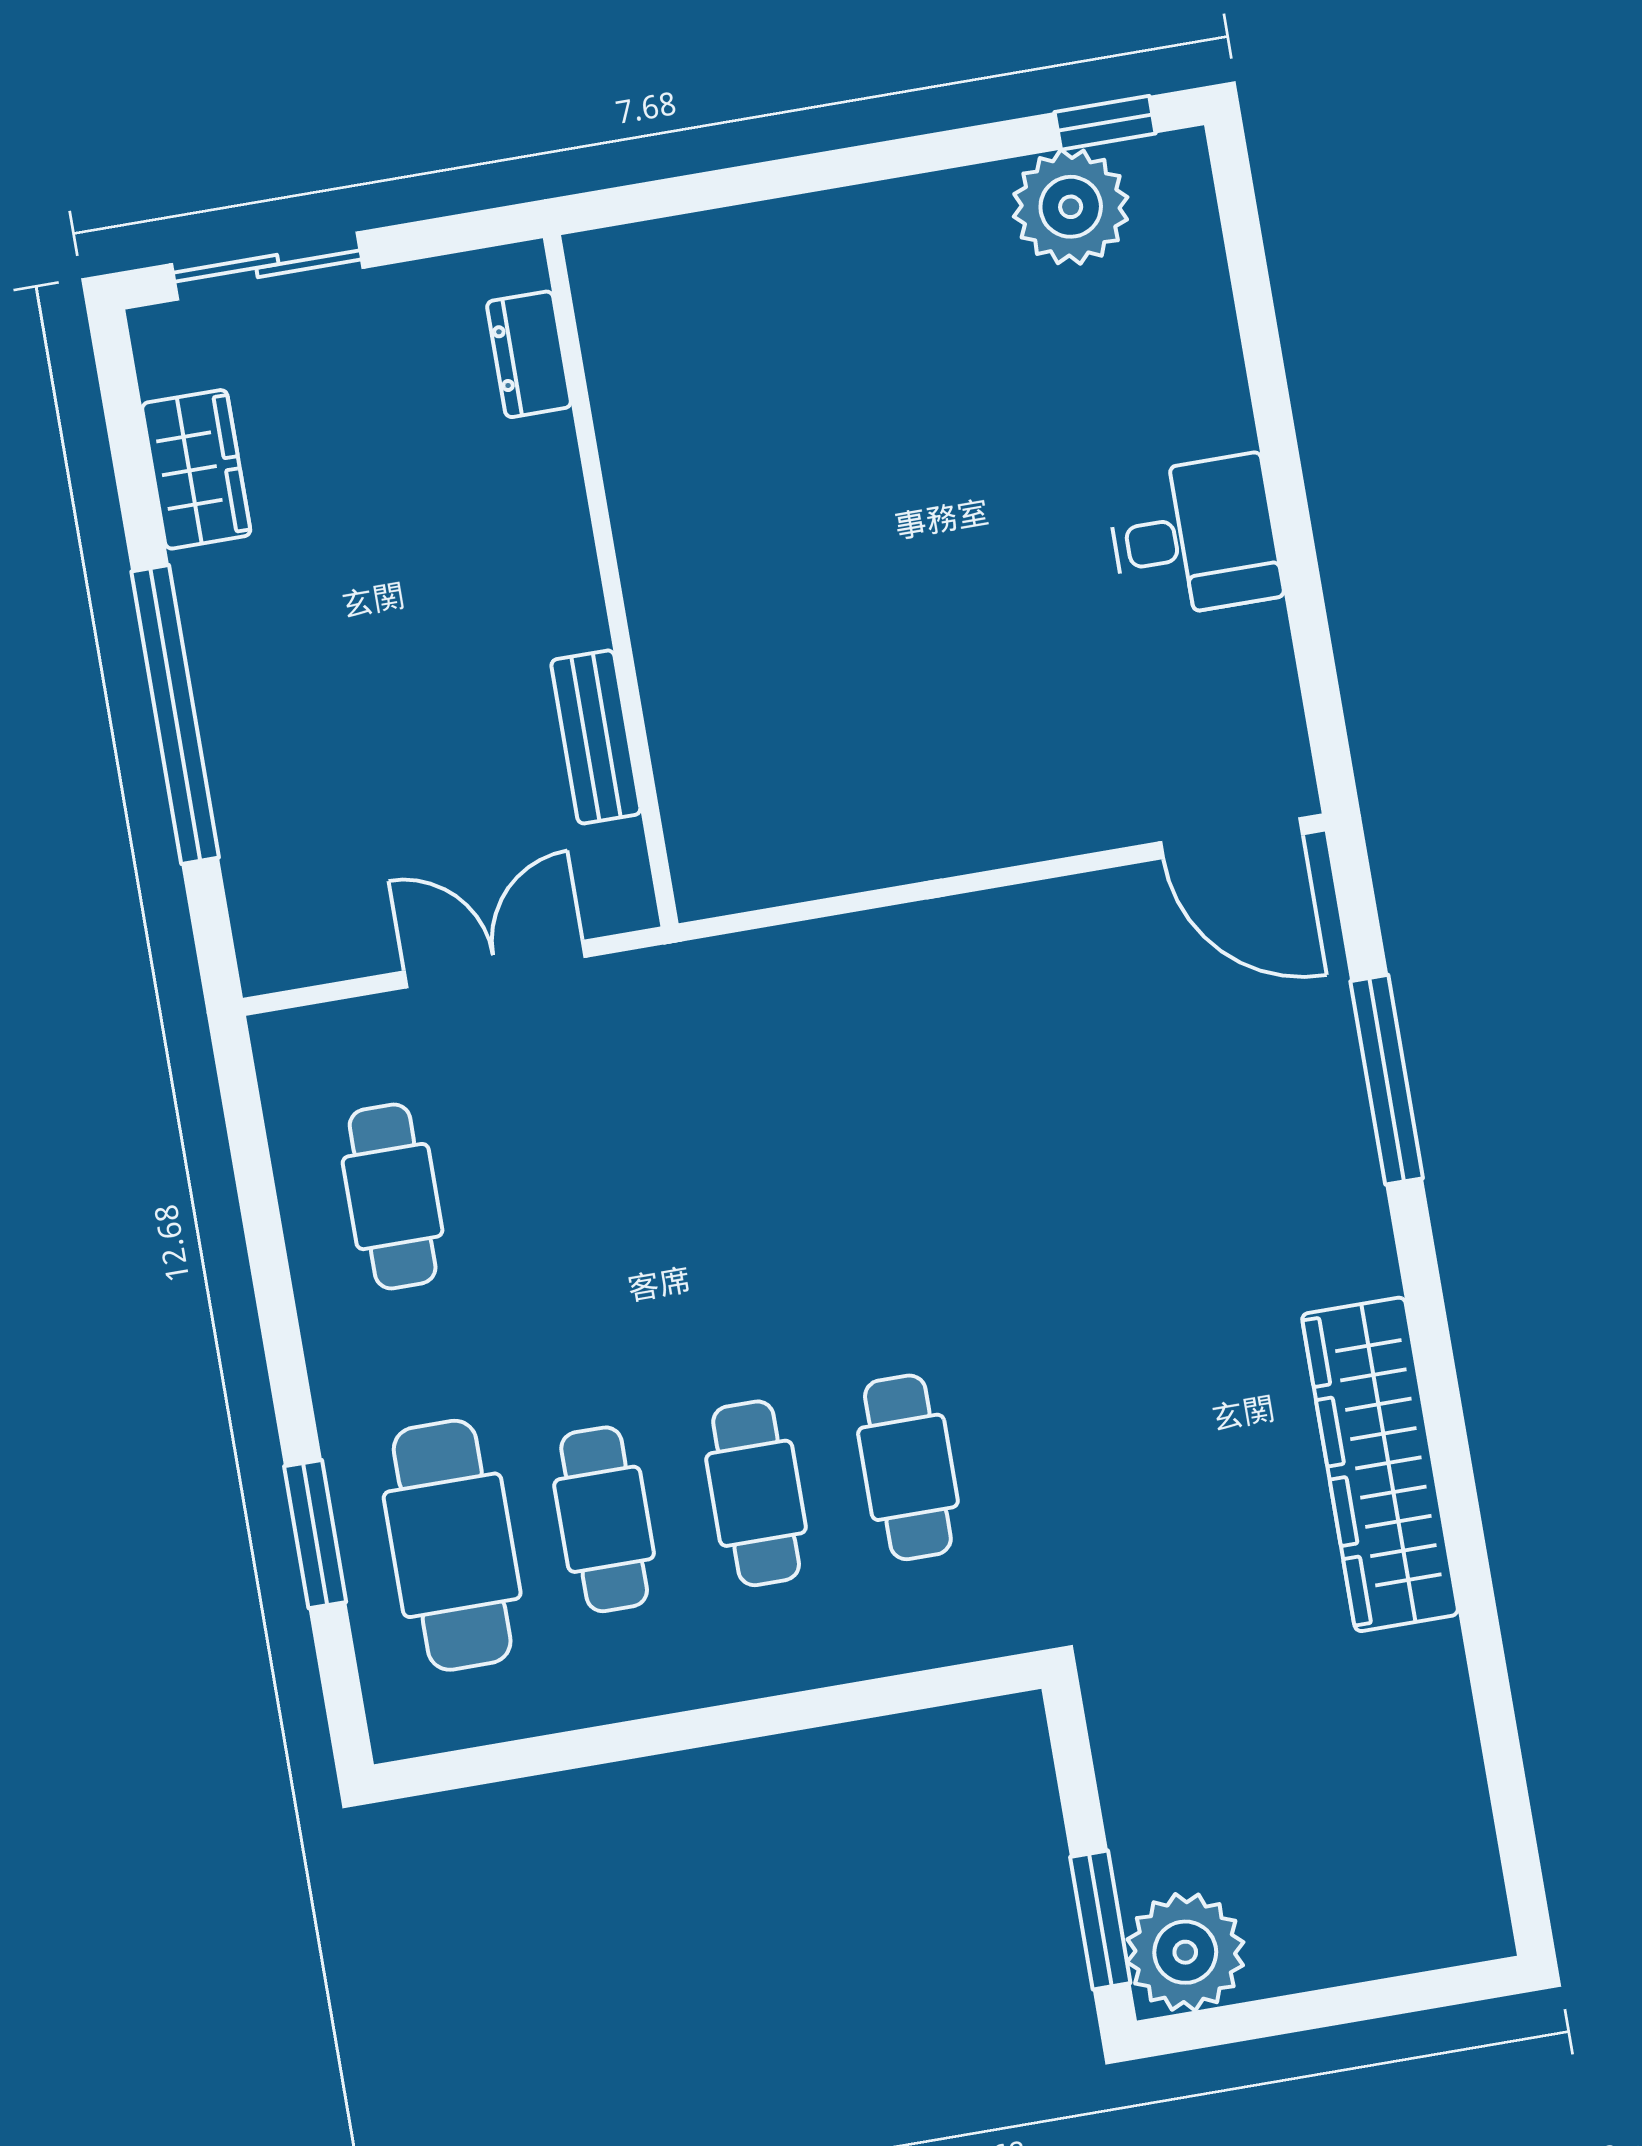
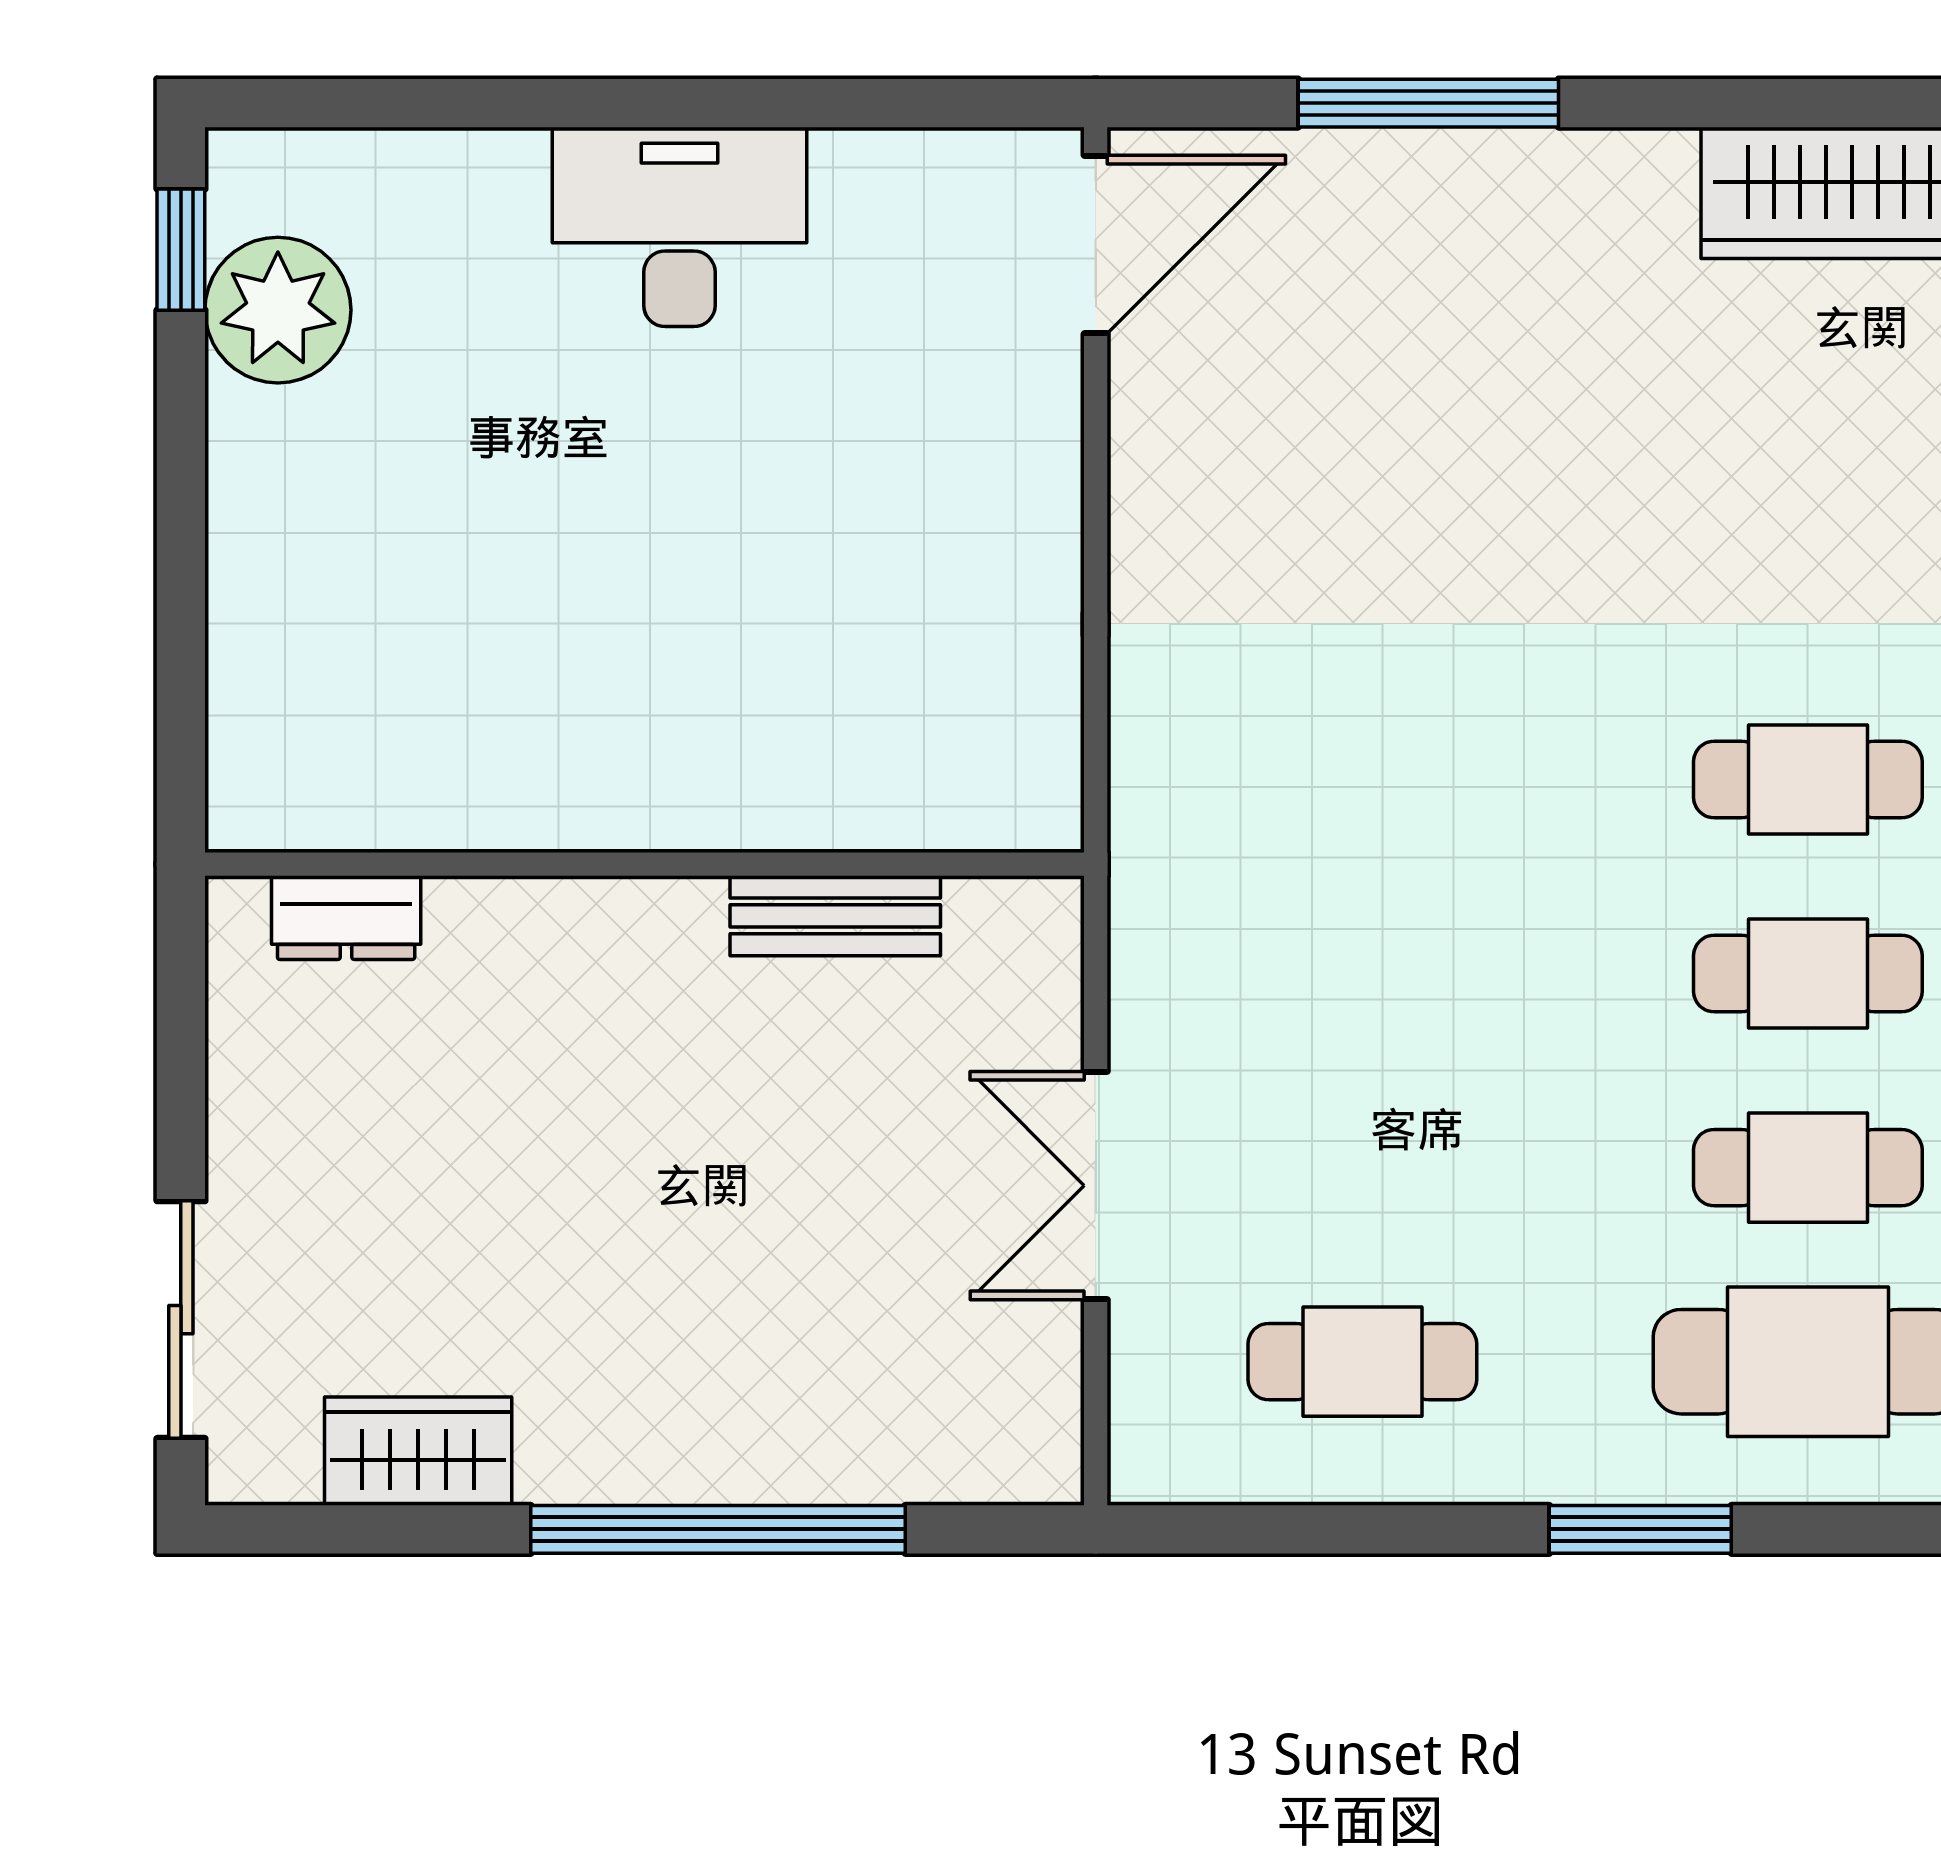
dresser: (529, 354) -> (346, 918), moved
desk: (1194, 537) -> (679, 227), width x1.37
wall: (611, 581) -> (645, 864), moved
bench: (596, 737) -> (835, 916), moved
window: (315, 1534) -> (1640, 1529), moved

